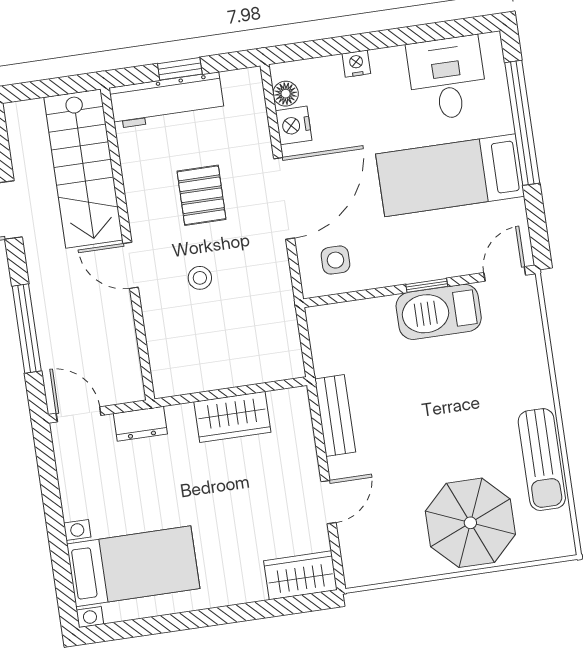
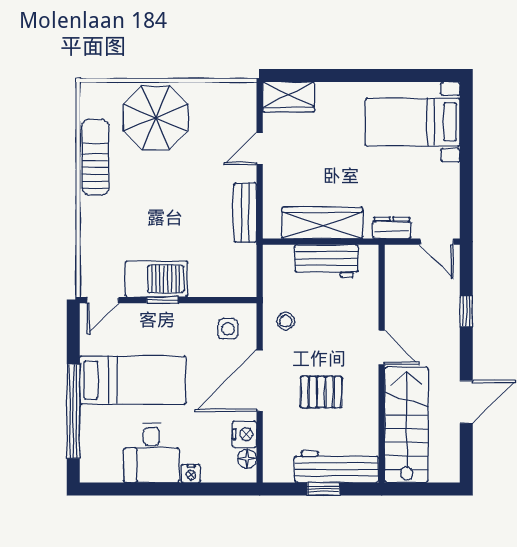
desk: (447, 78) -> (152, 453), moved
pallet: (202, 195) -> (321, 392), turned 90
stool: (200, 278) -> (286, 321), moved
window: (27, 328) -> (466, 311), width x0.46
workbench: (219, 368) -> (326, 261), added
wardrobe: (232, 417) -> (322, 223), width x1.50

